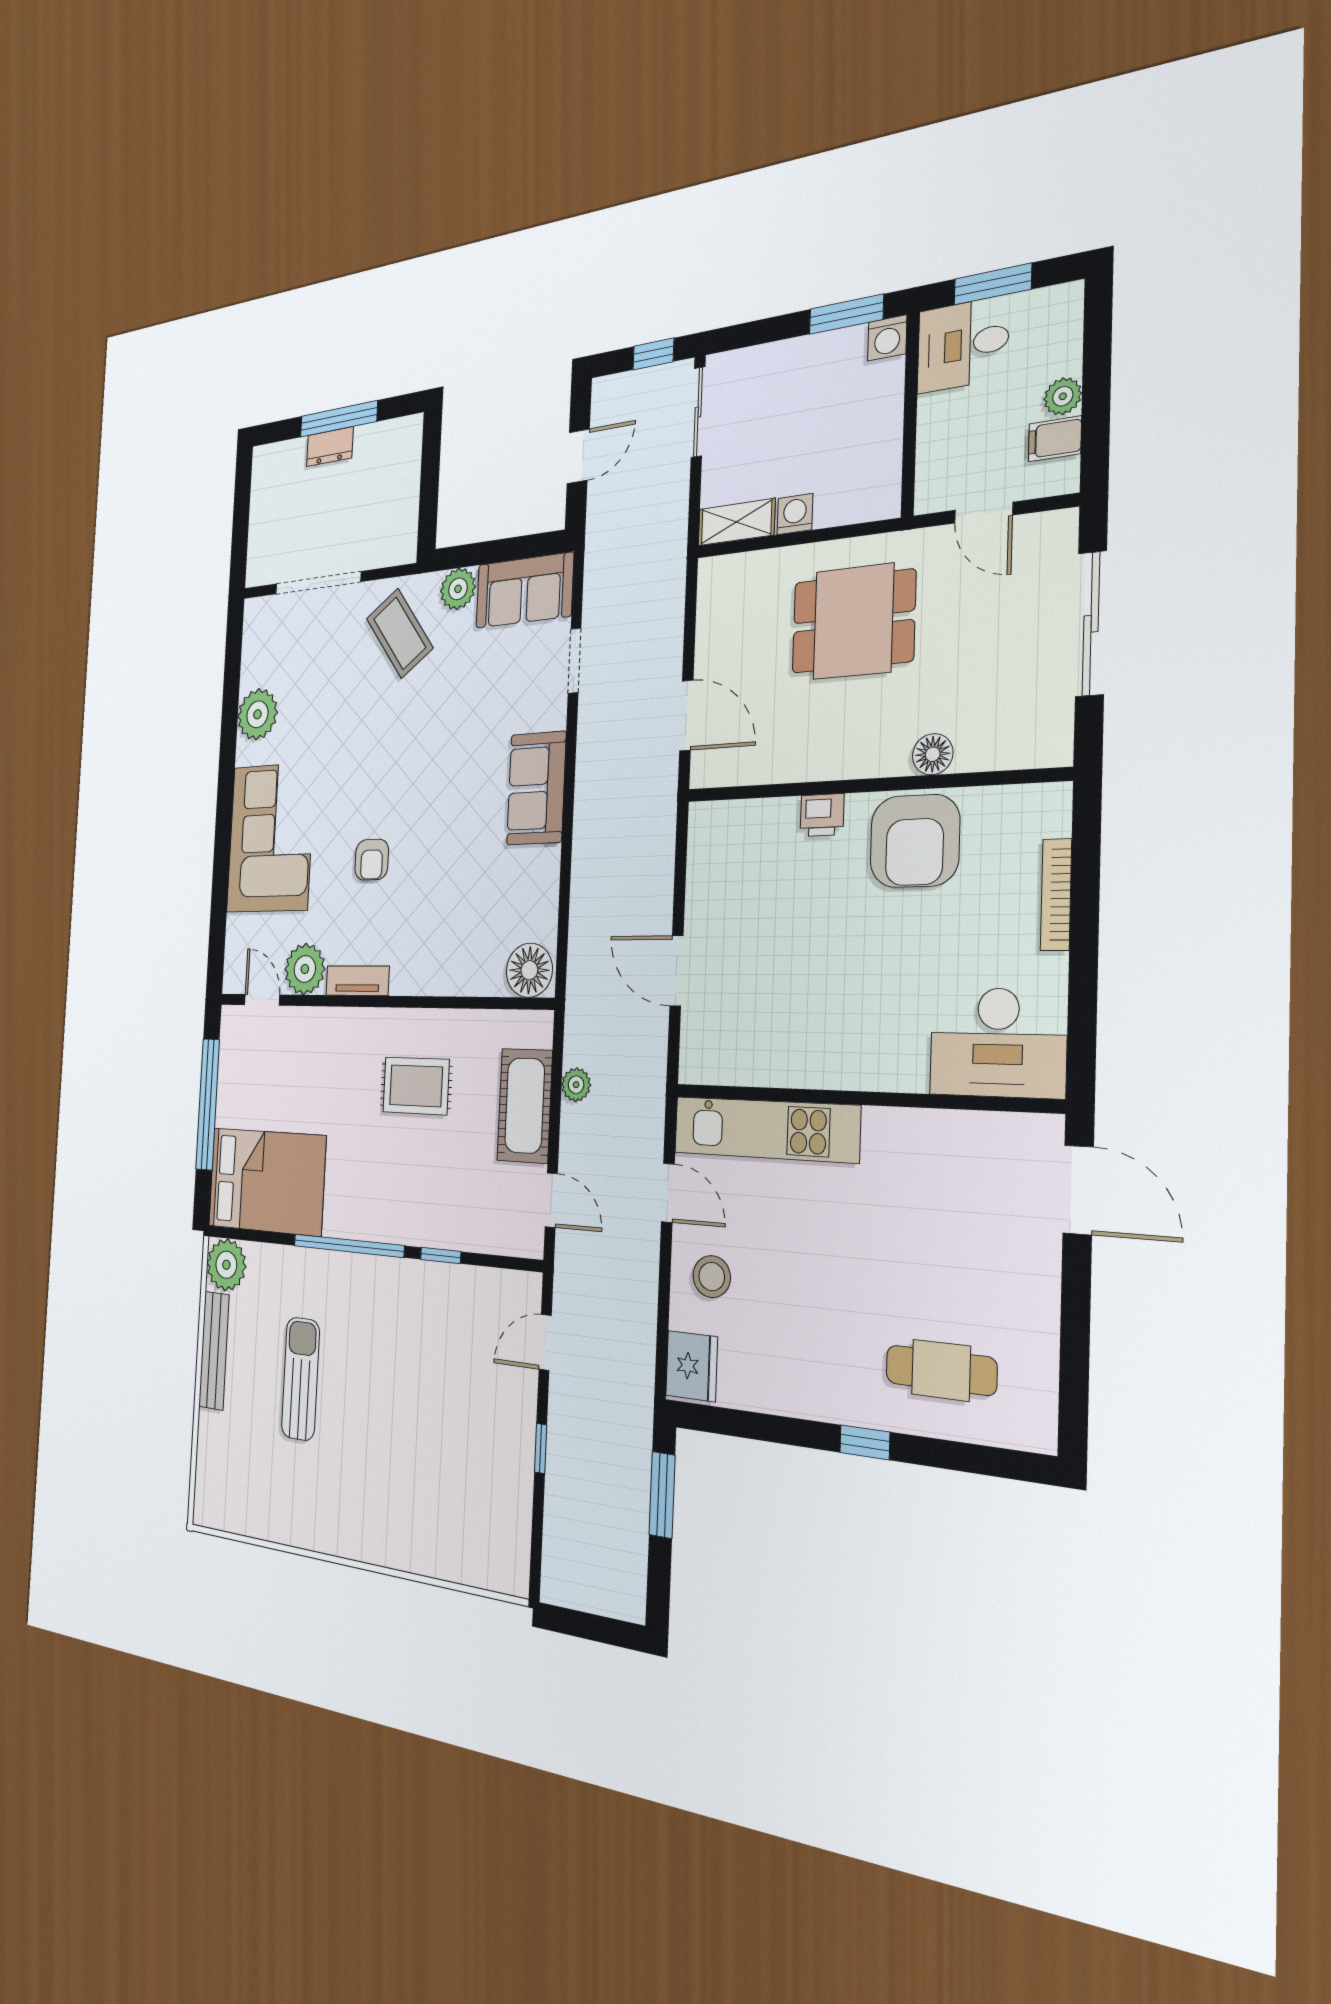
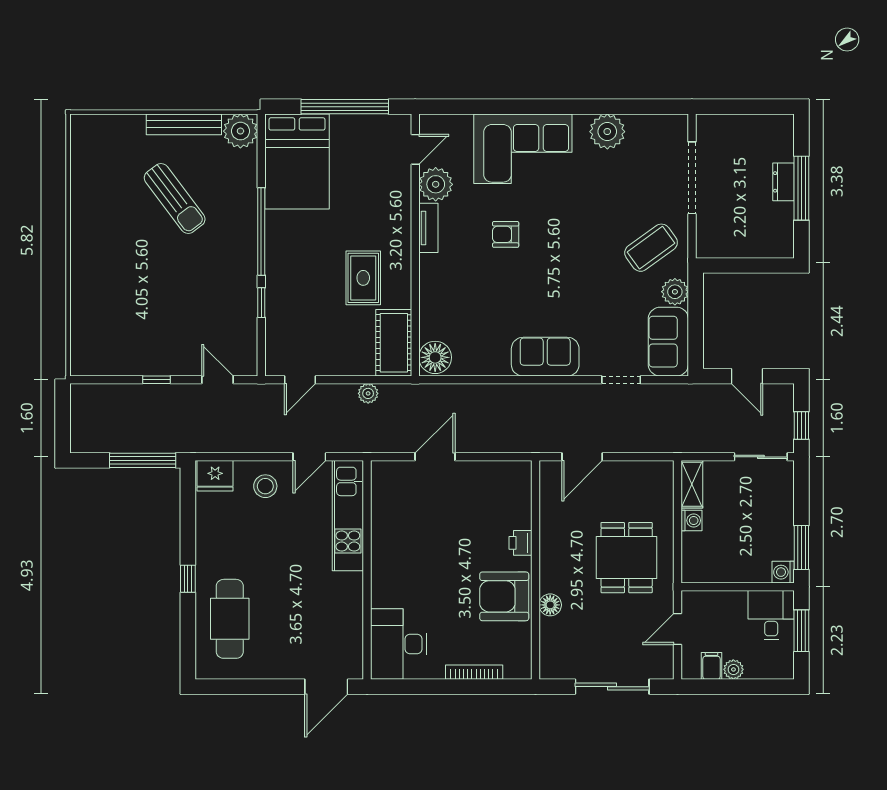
cot: (525, 1106) -> (394, 343), moved, turned 90
cafe table: (941, 1370) -> (230, 619), width x1.37, depth x1.35
sun lounger: (300, 1379) -> (175, 198), turned 53
window: (662, 1495) -> (143, 460), width x1.44

